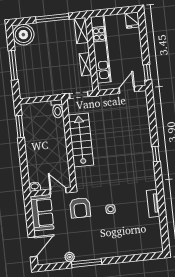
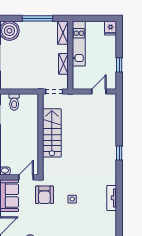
kitchen unit: (101, 49) -> (79, 44), width x0.73
window: (147, 72) -> (119, 65), moved
toilet: (57, 109) -> (14, 102), moved
door: (58, 191) -> (26, 177), hinge flipped

